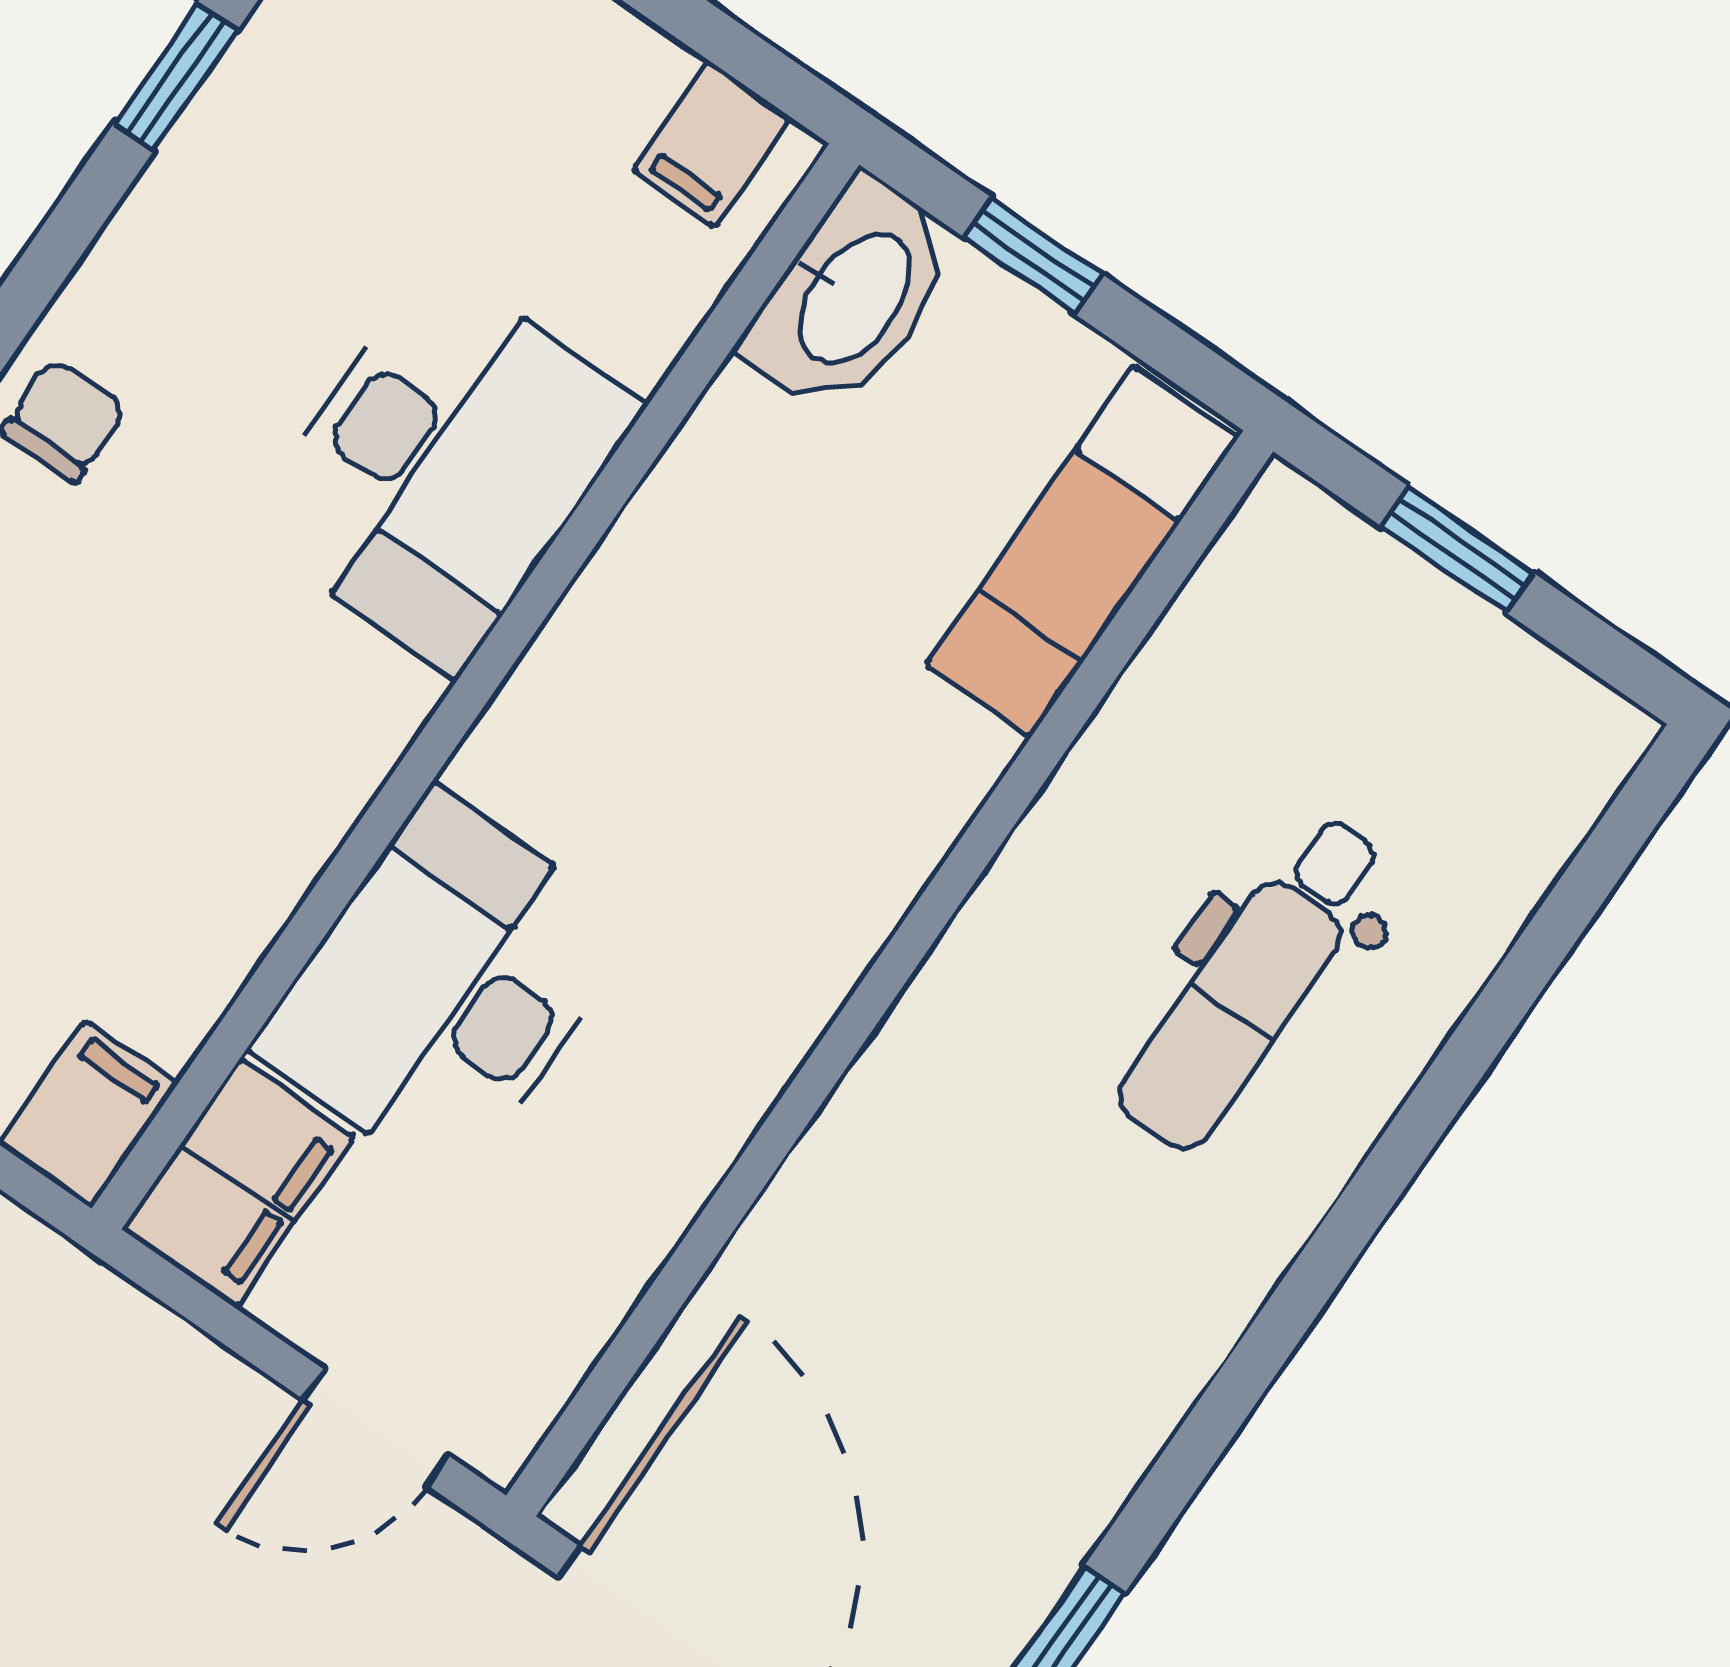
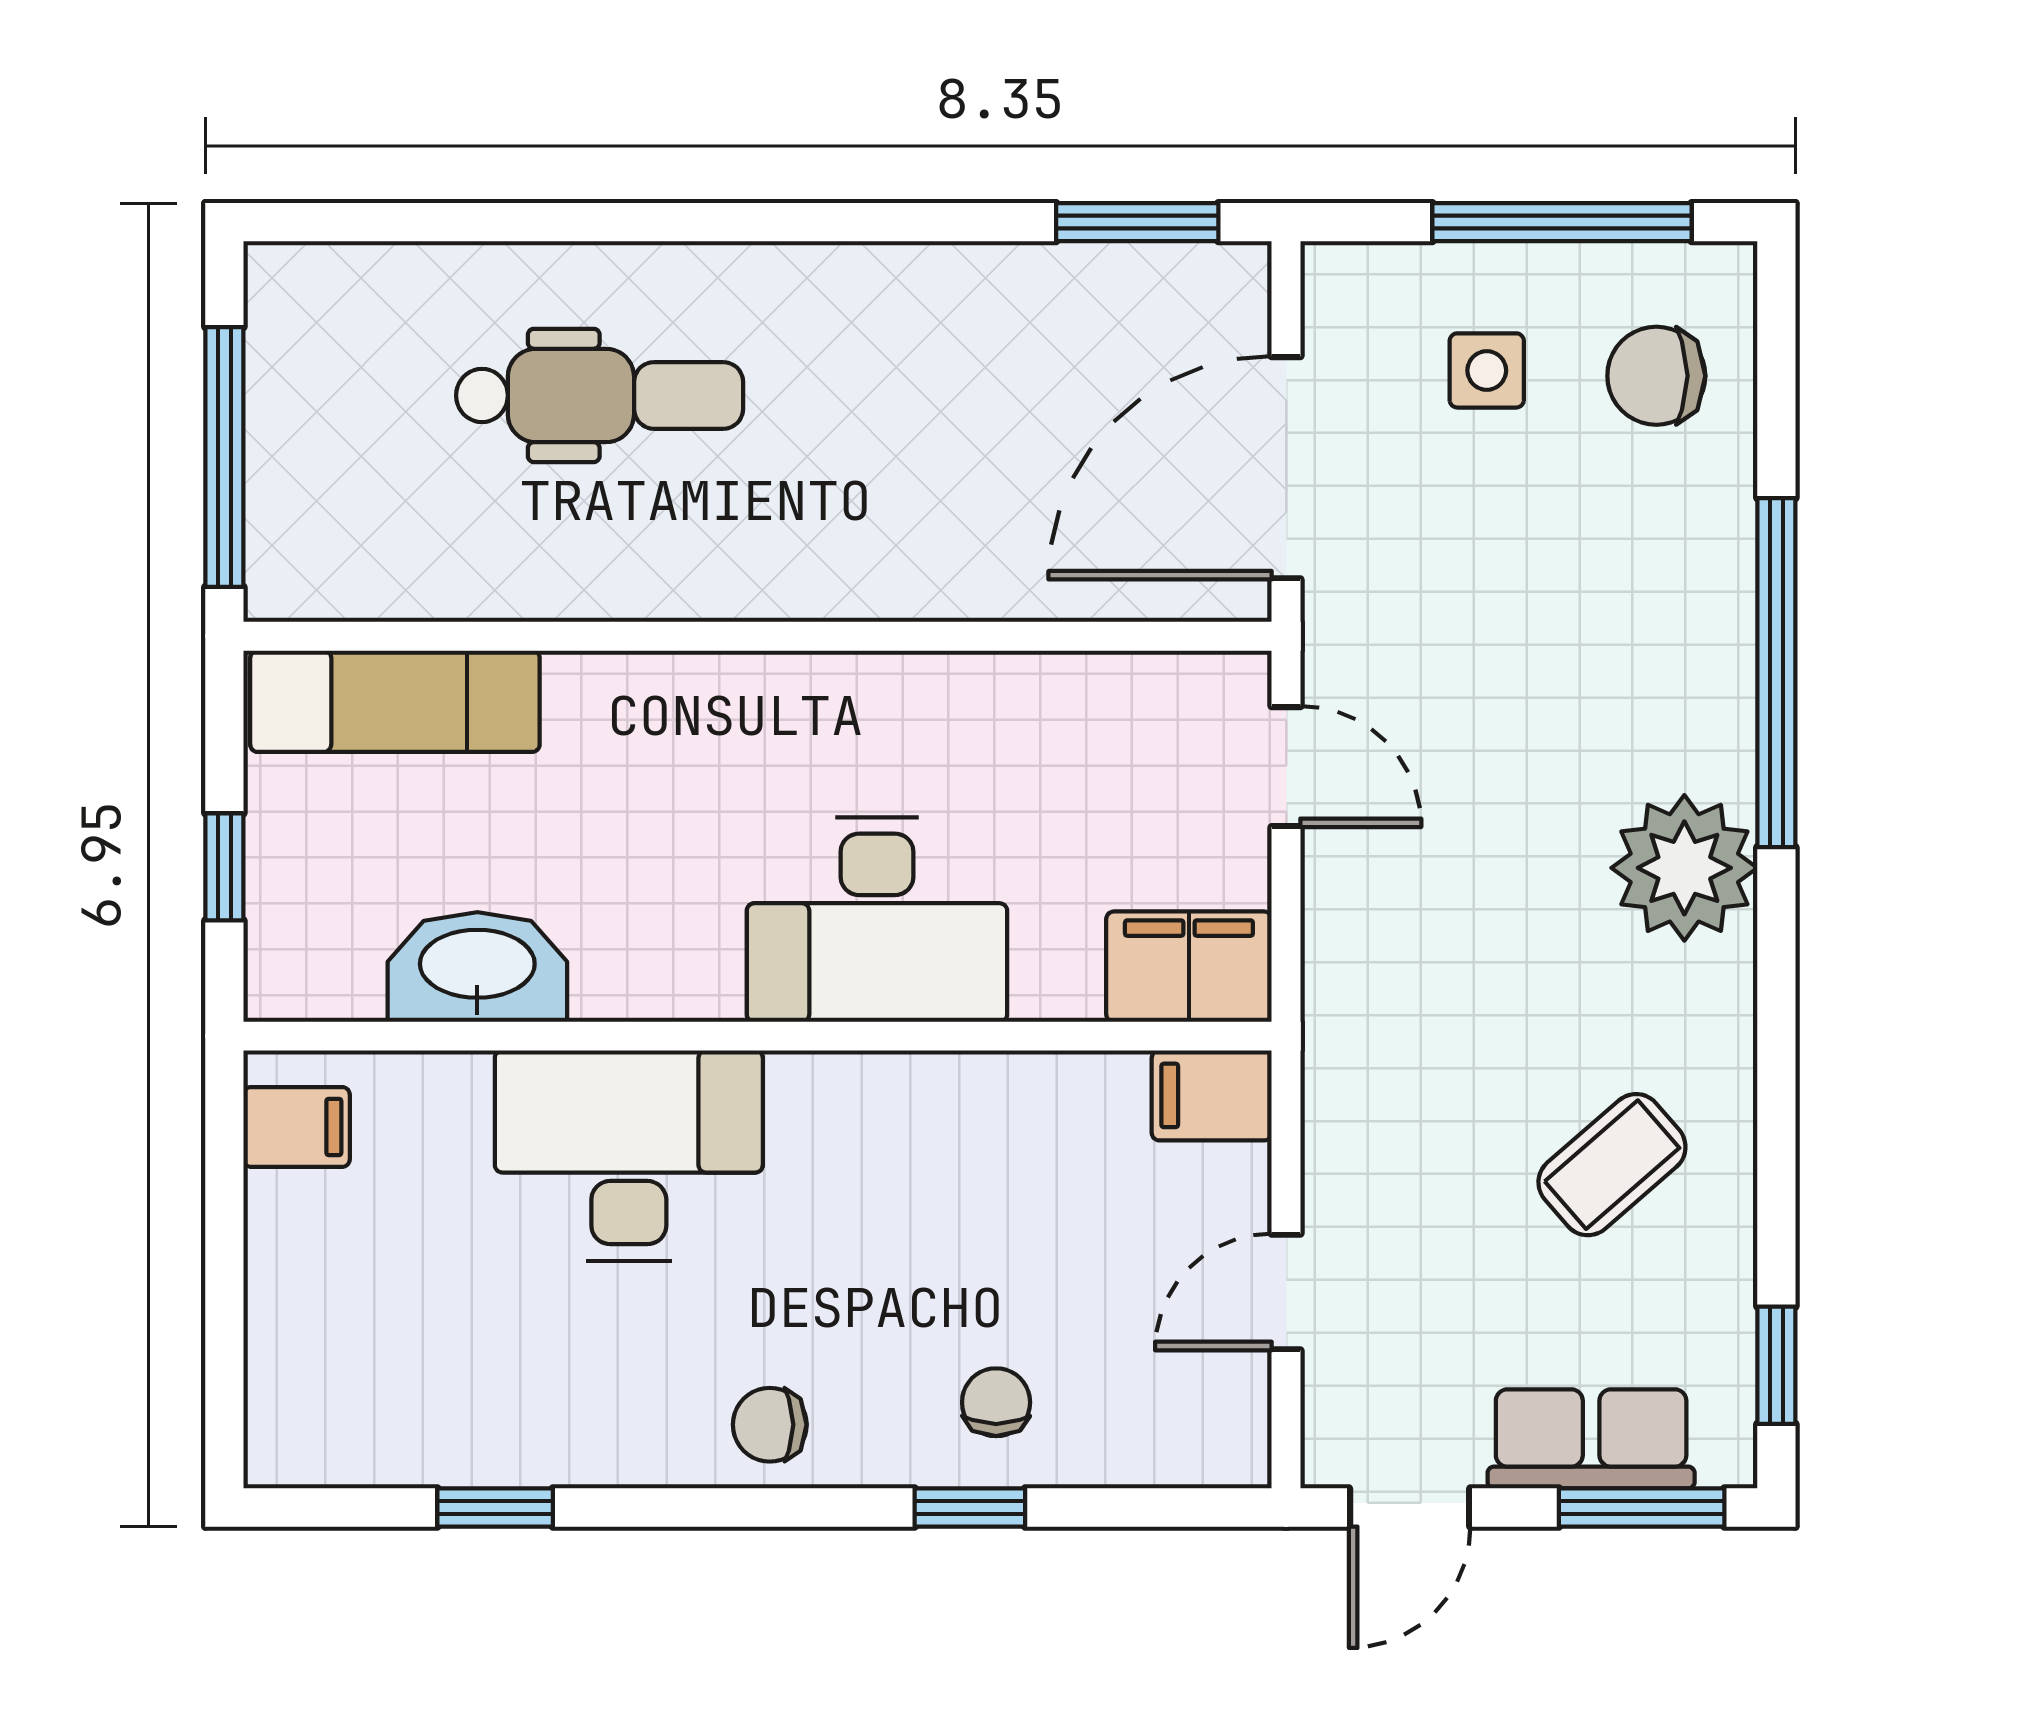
washbasin: (851, 297) -> (477, 967), moved
window: (1458, 550) -> (224, 457), width x2.17
desk: (445, 989) -> (877, 920), moved

